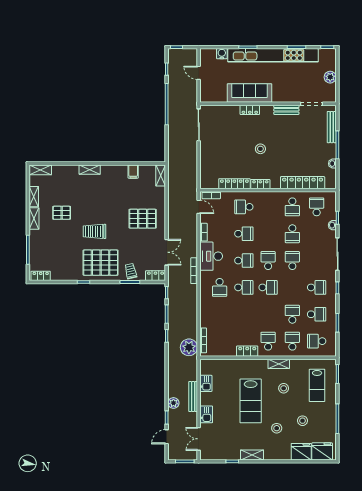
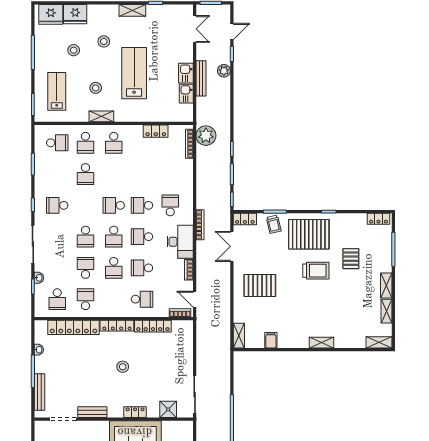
shower: (221, 112) -> (168, 409), added
locker: (260, 184) -> (117, 326), width x1.53
pallet: (62, 213) -> (351, 259), moved, turned 90
school desk: (317, 314) -> (114, 268), moved, turned -90
locker: (247, 351) -> (156, 131), moved
kitchen sink: (206, 414) -> (186, 73), moved

